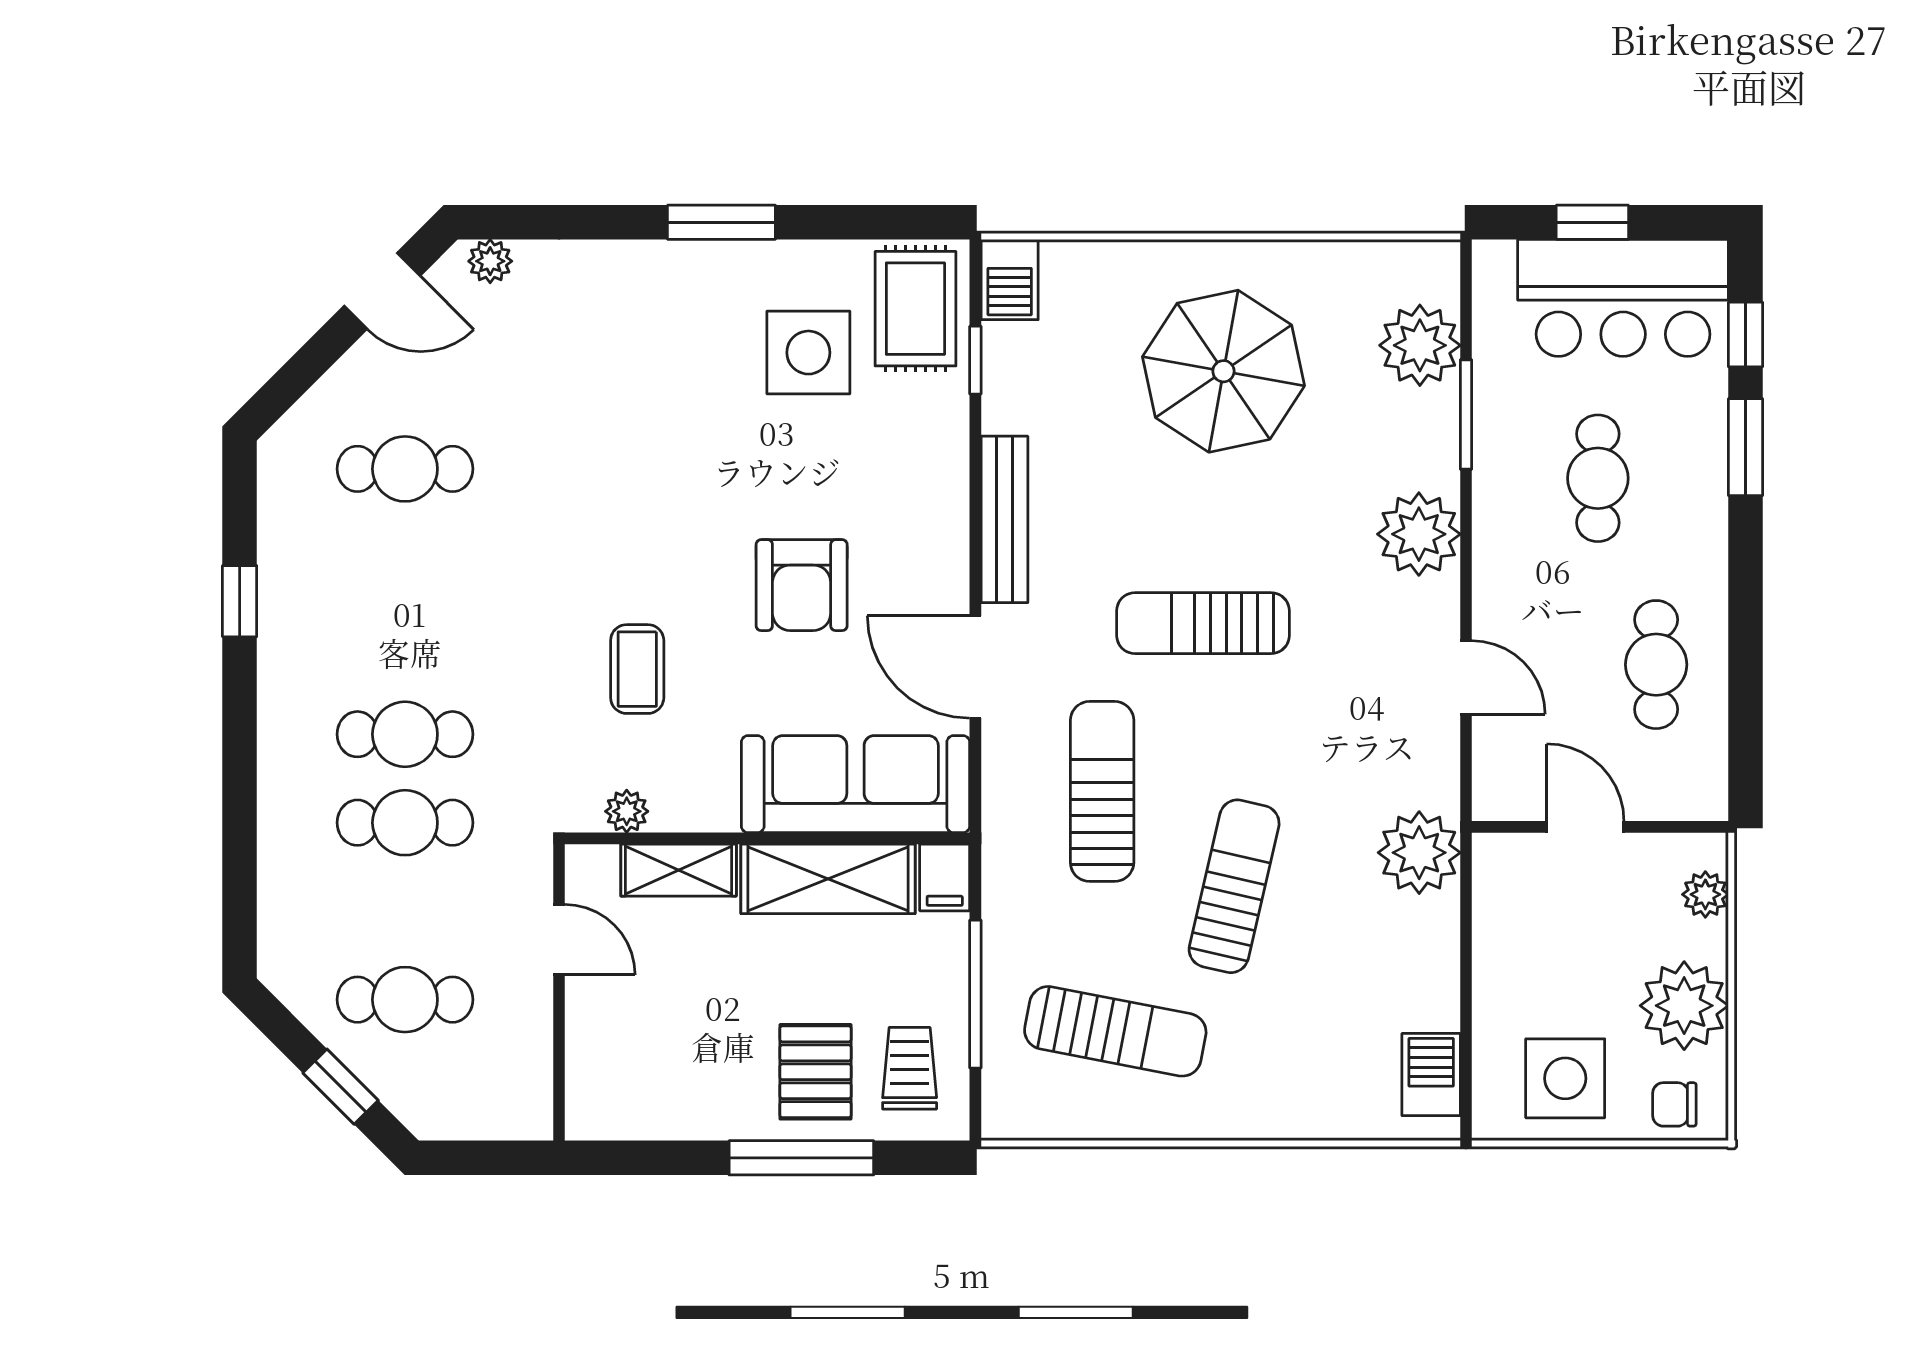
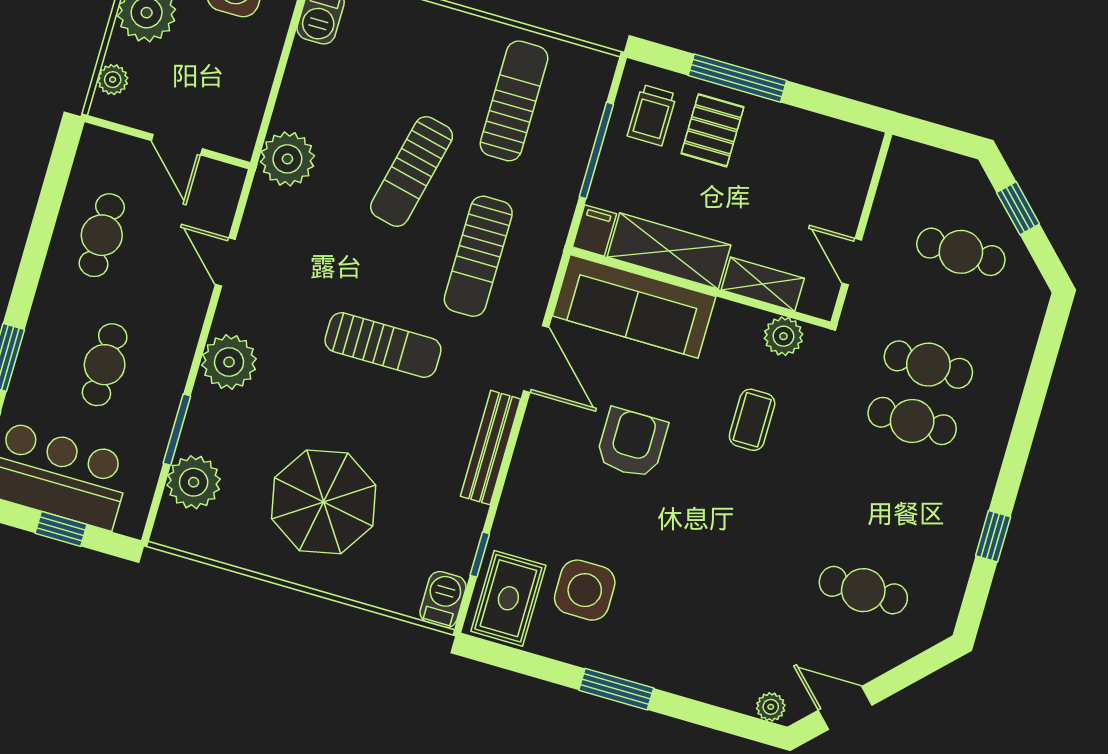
plant: (627, 811) -> (783, 336), width x1.38, depth x1.38
sun lounger: (1115, 1031) -> (514, 101), turned 79

